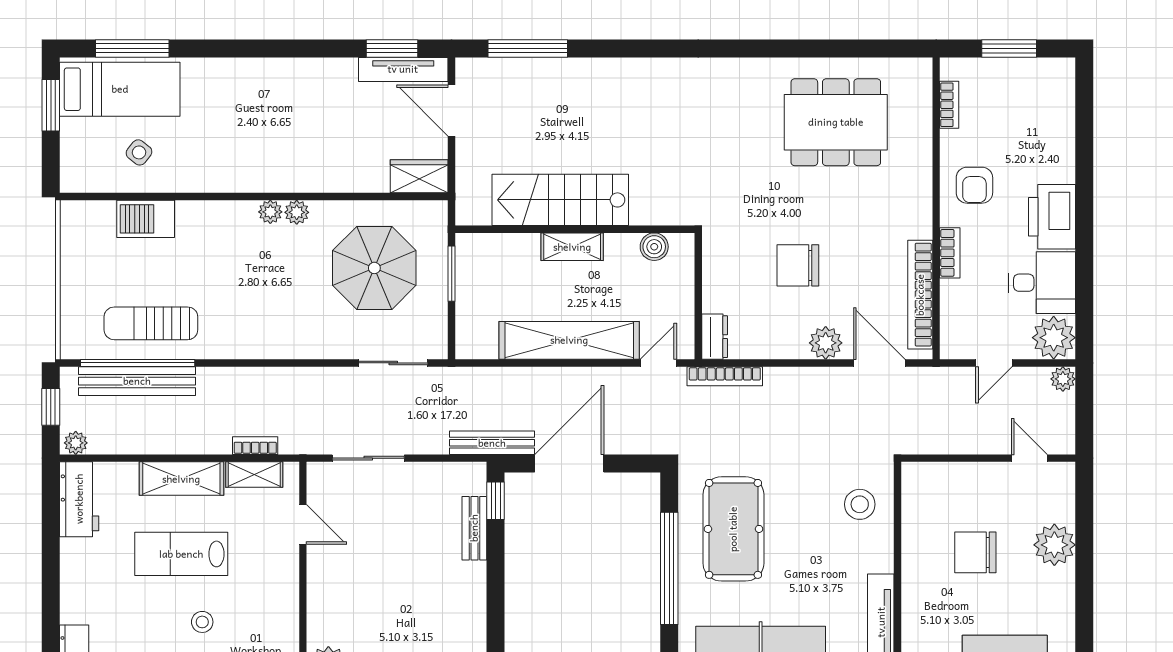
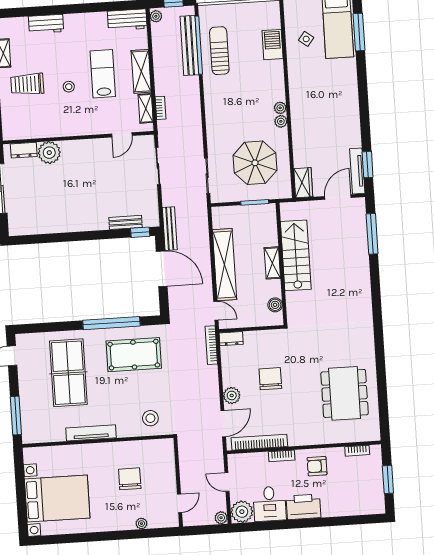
plant: (1054, 545) -> (141, 524), width x0.53, depth x0.53

